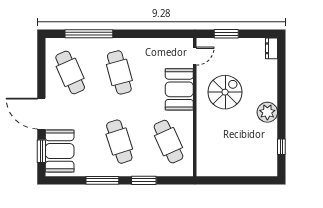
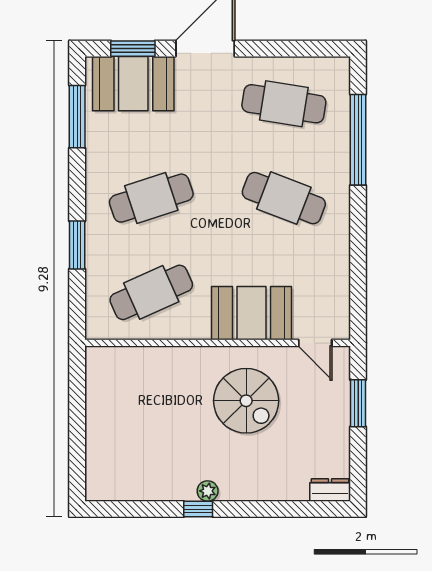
cafe table: (70, 72) -> (284, 104), turned 33
cafe table: (119, 72) -> (284, 198), turned 36
plant: (267, 112) -> (208, 491), width x0.53, depth x0.53
window: (281, 147) -> (198, 509), moved
window: (102, 180) -> (77, 117), moved

